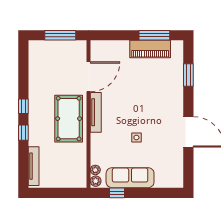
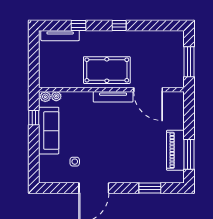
window: (23, 133) -> (78, 26), moved
side table: (136, 138) -> (75, 162), moved

